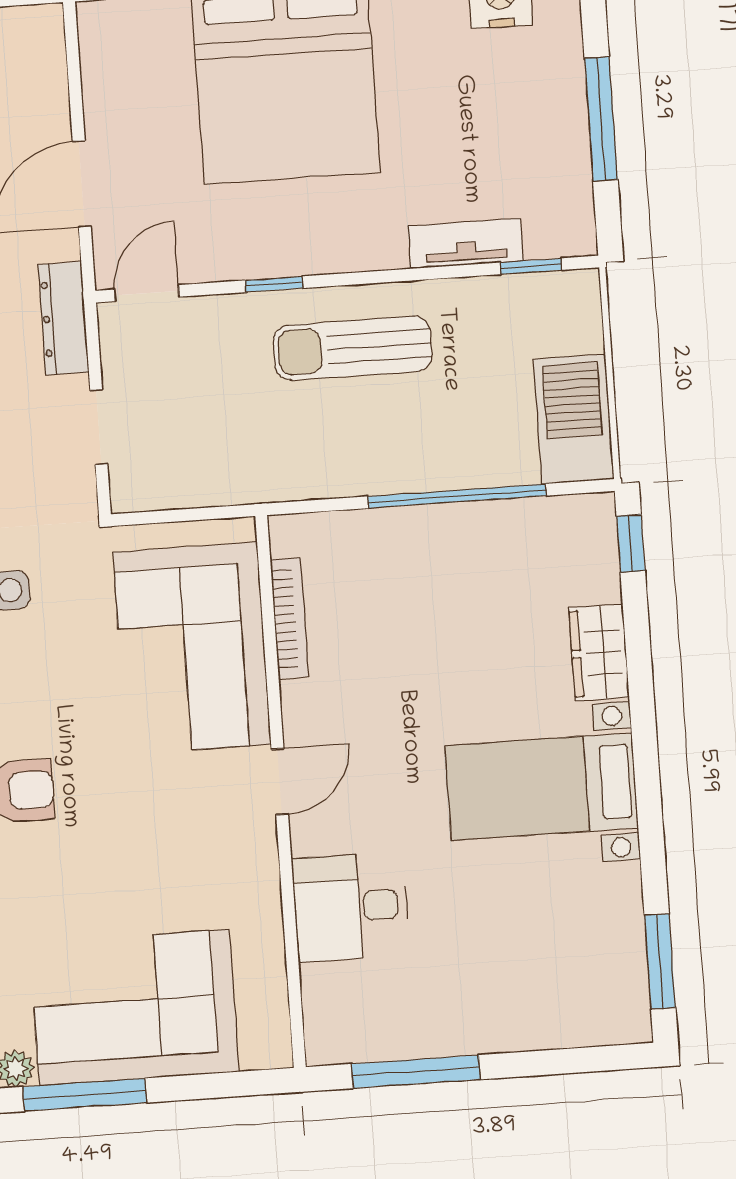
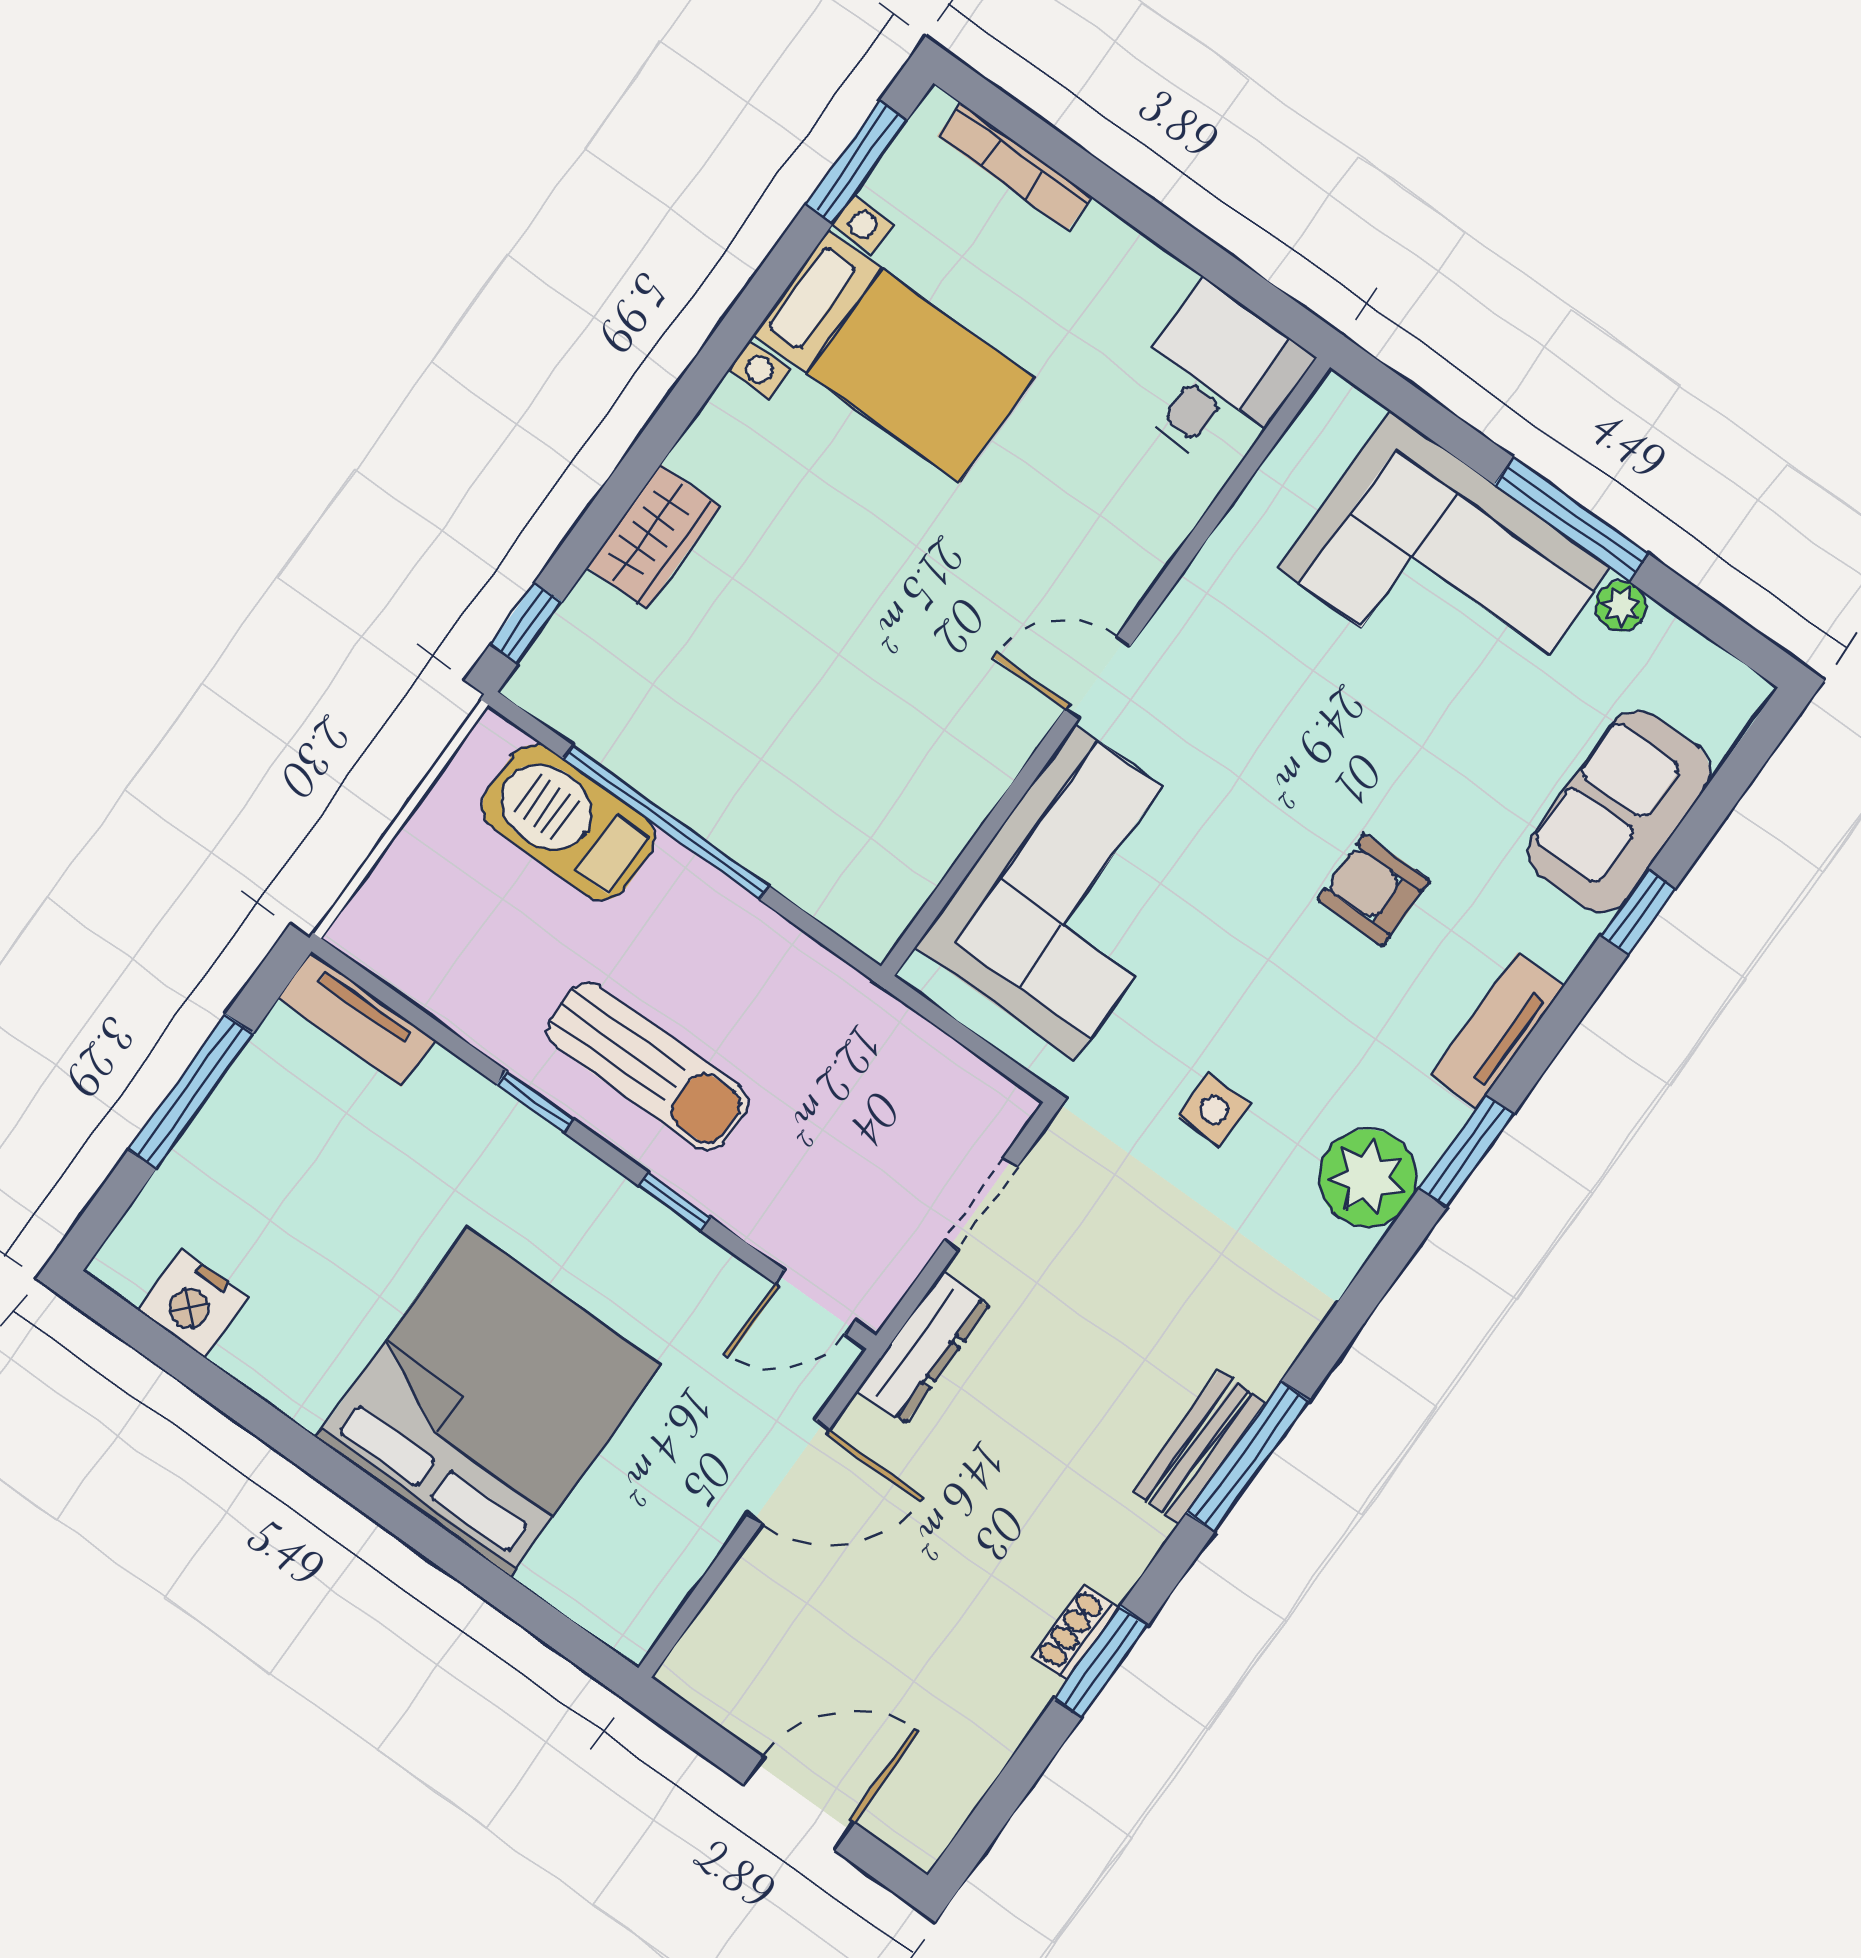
tv unit: (466, 243) -> (357, 1019), moved
window: (531, 266) -> (535, 1102), moved
barbecue: (574, 419) -> (568, 822), moved, turned 90
bookcase: (290, 618) -> (1014, 166), moved, turned -90
bed with nightstands: (542, 787) -> (894, 356), moved
desk: (351, 907) -> (1216, 378), moved, turned -90
window: (416, 1072) -> (1206, 258), removed

